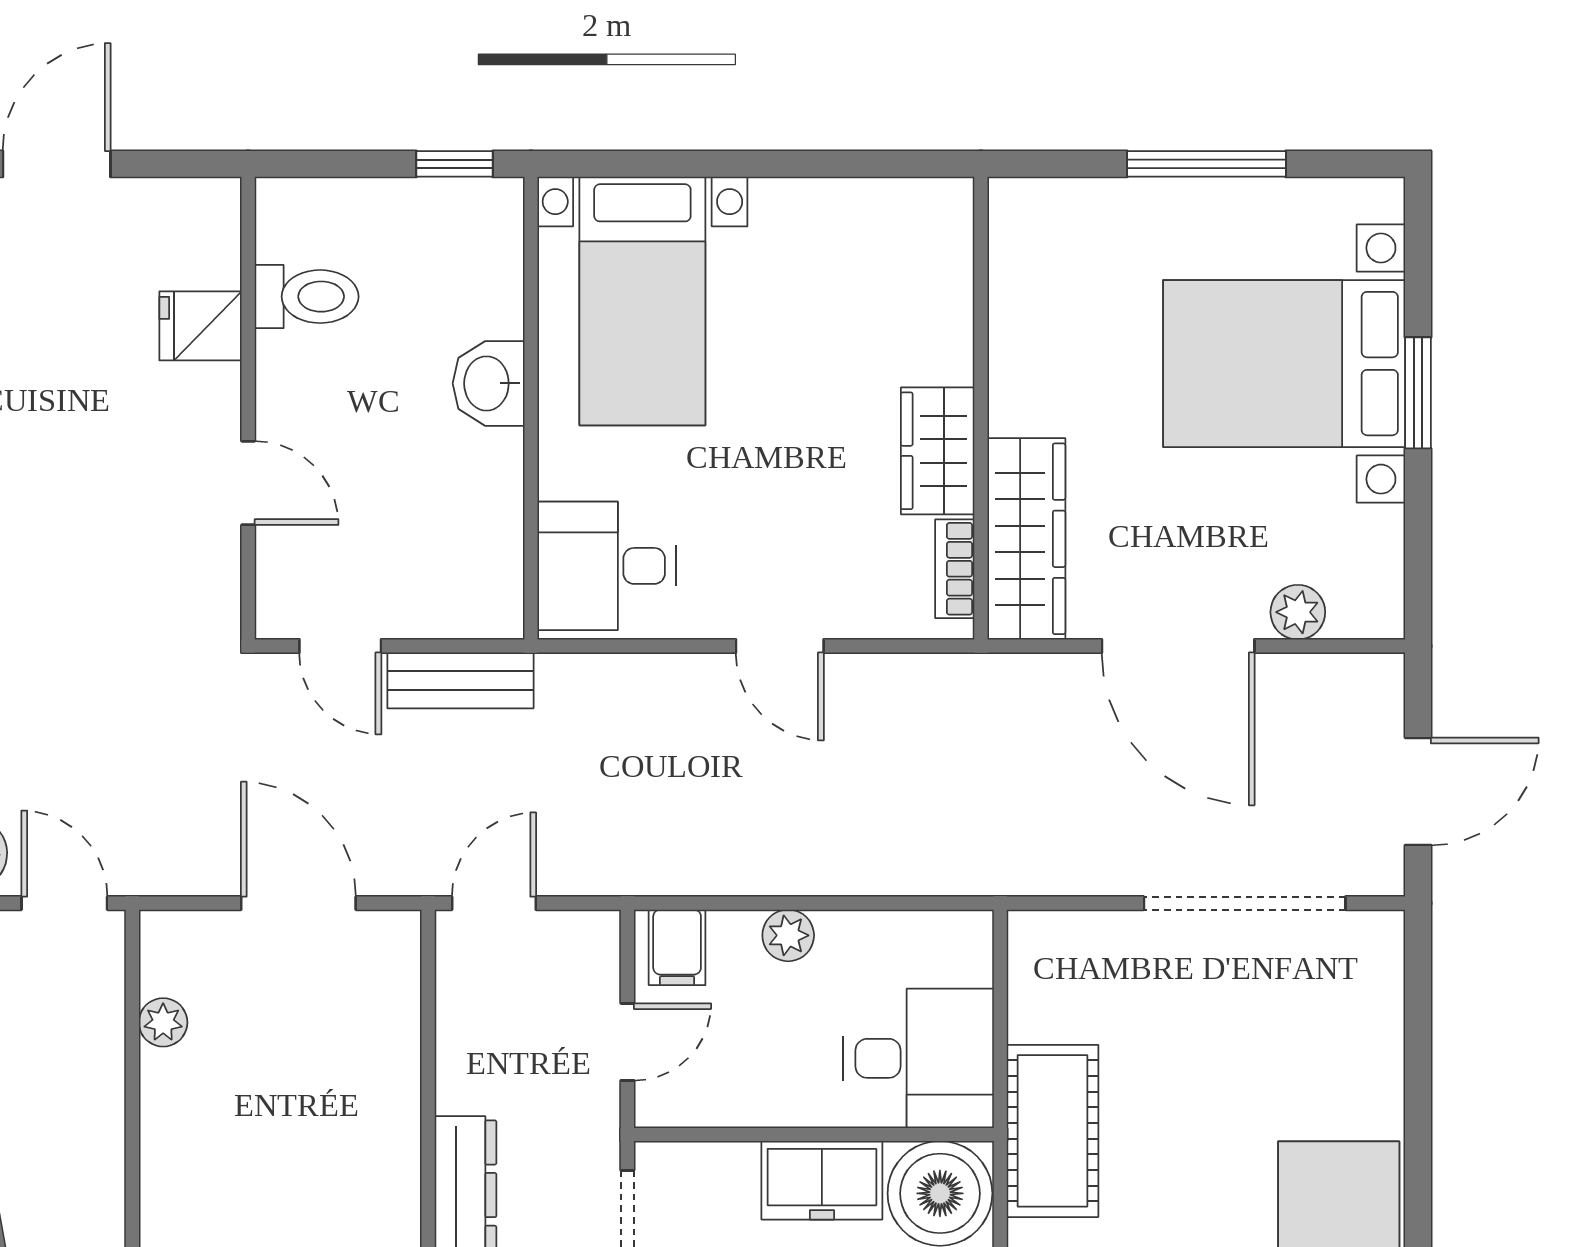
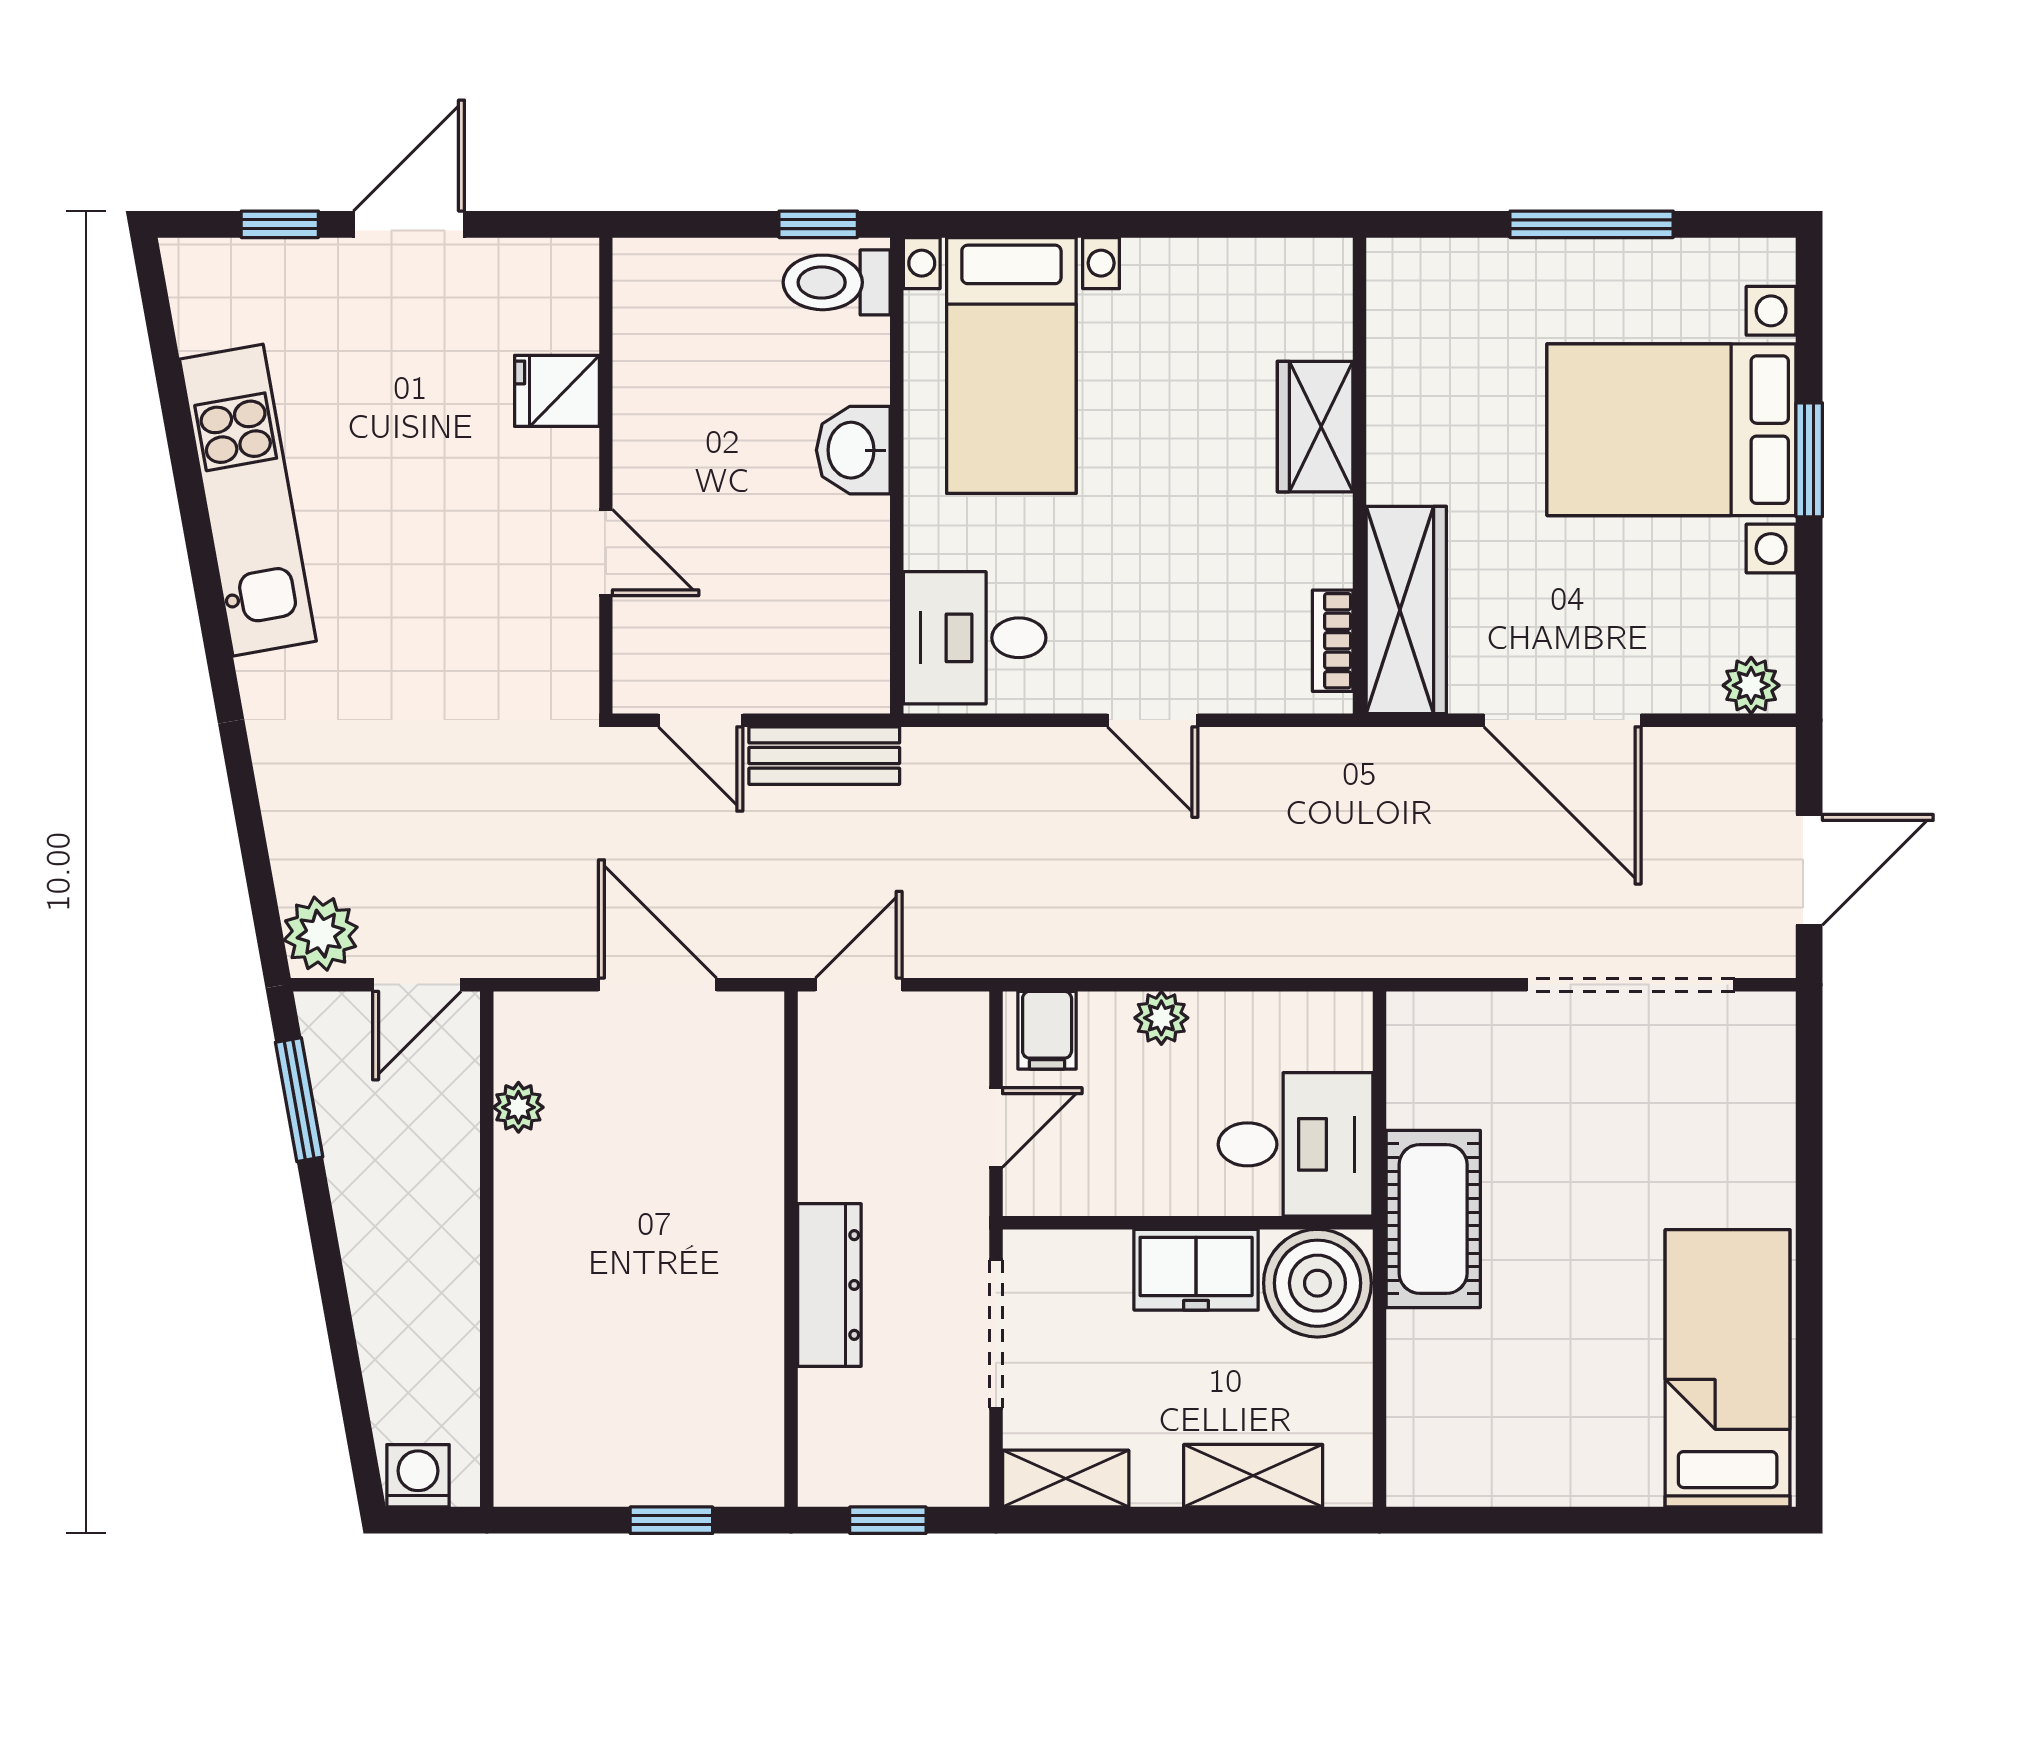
toilet: (307, 297) -> (837, 282), moved, turned 180
wardrobe: (938, 451) -> (1315, 427), moved
plant: (1298, 612) -> (1751, 685), moved
door: (64, 903) -> (417, 985), swing flipped

